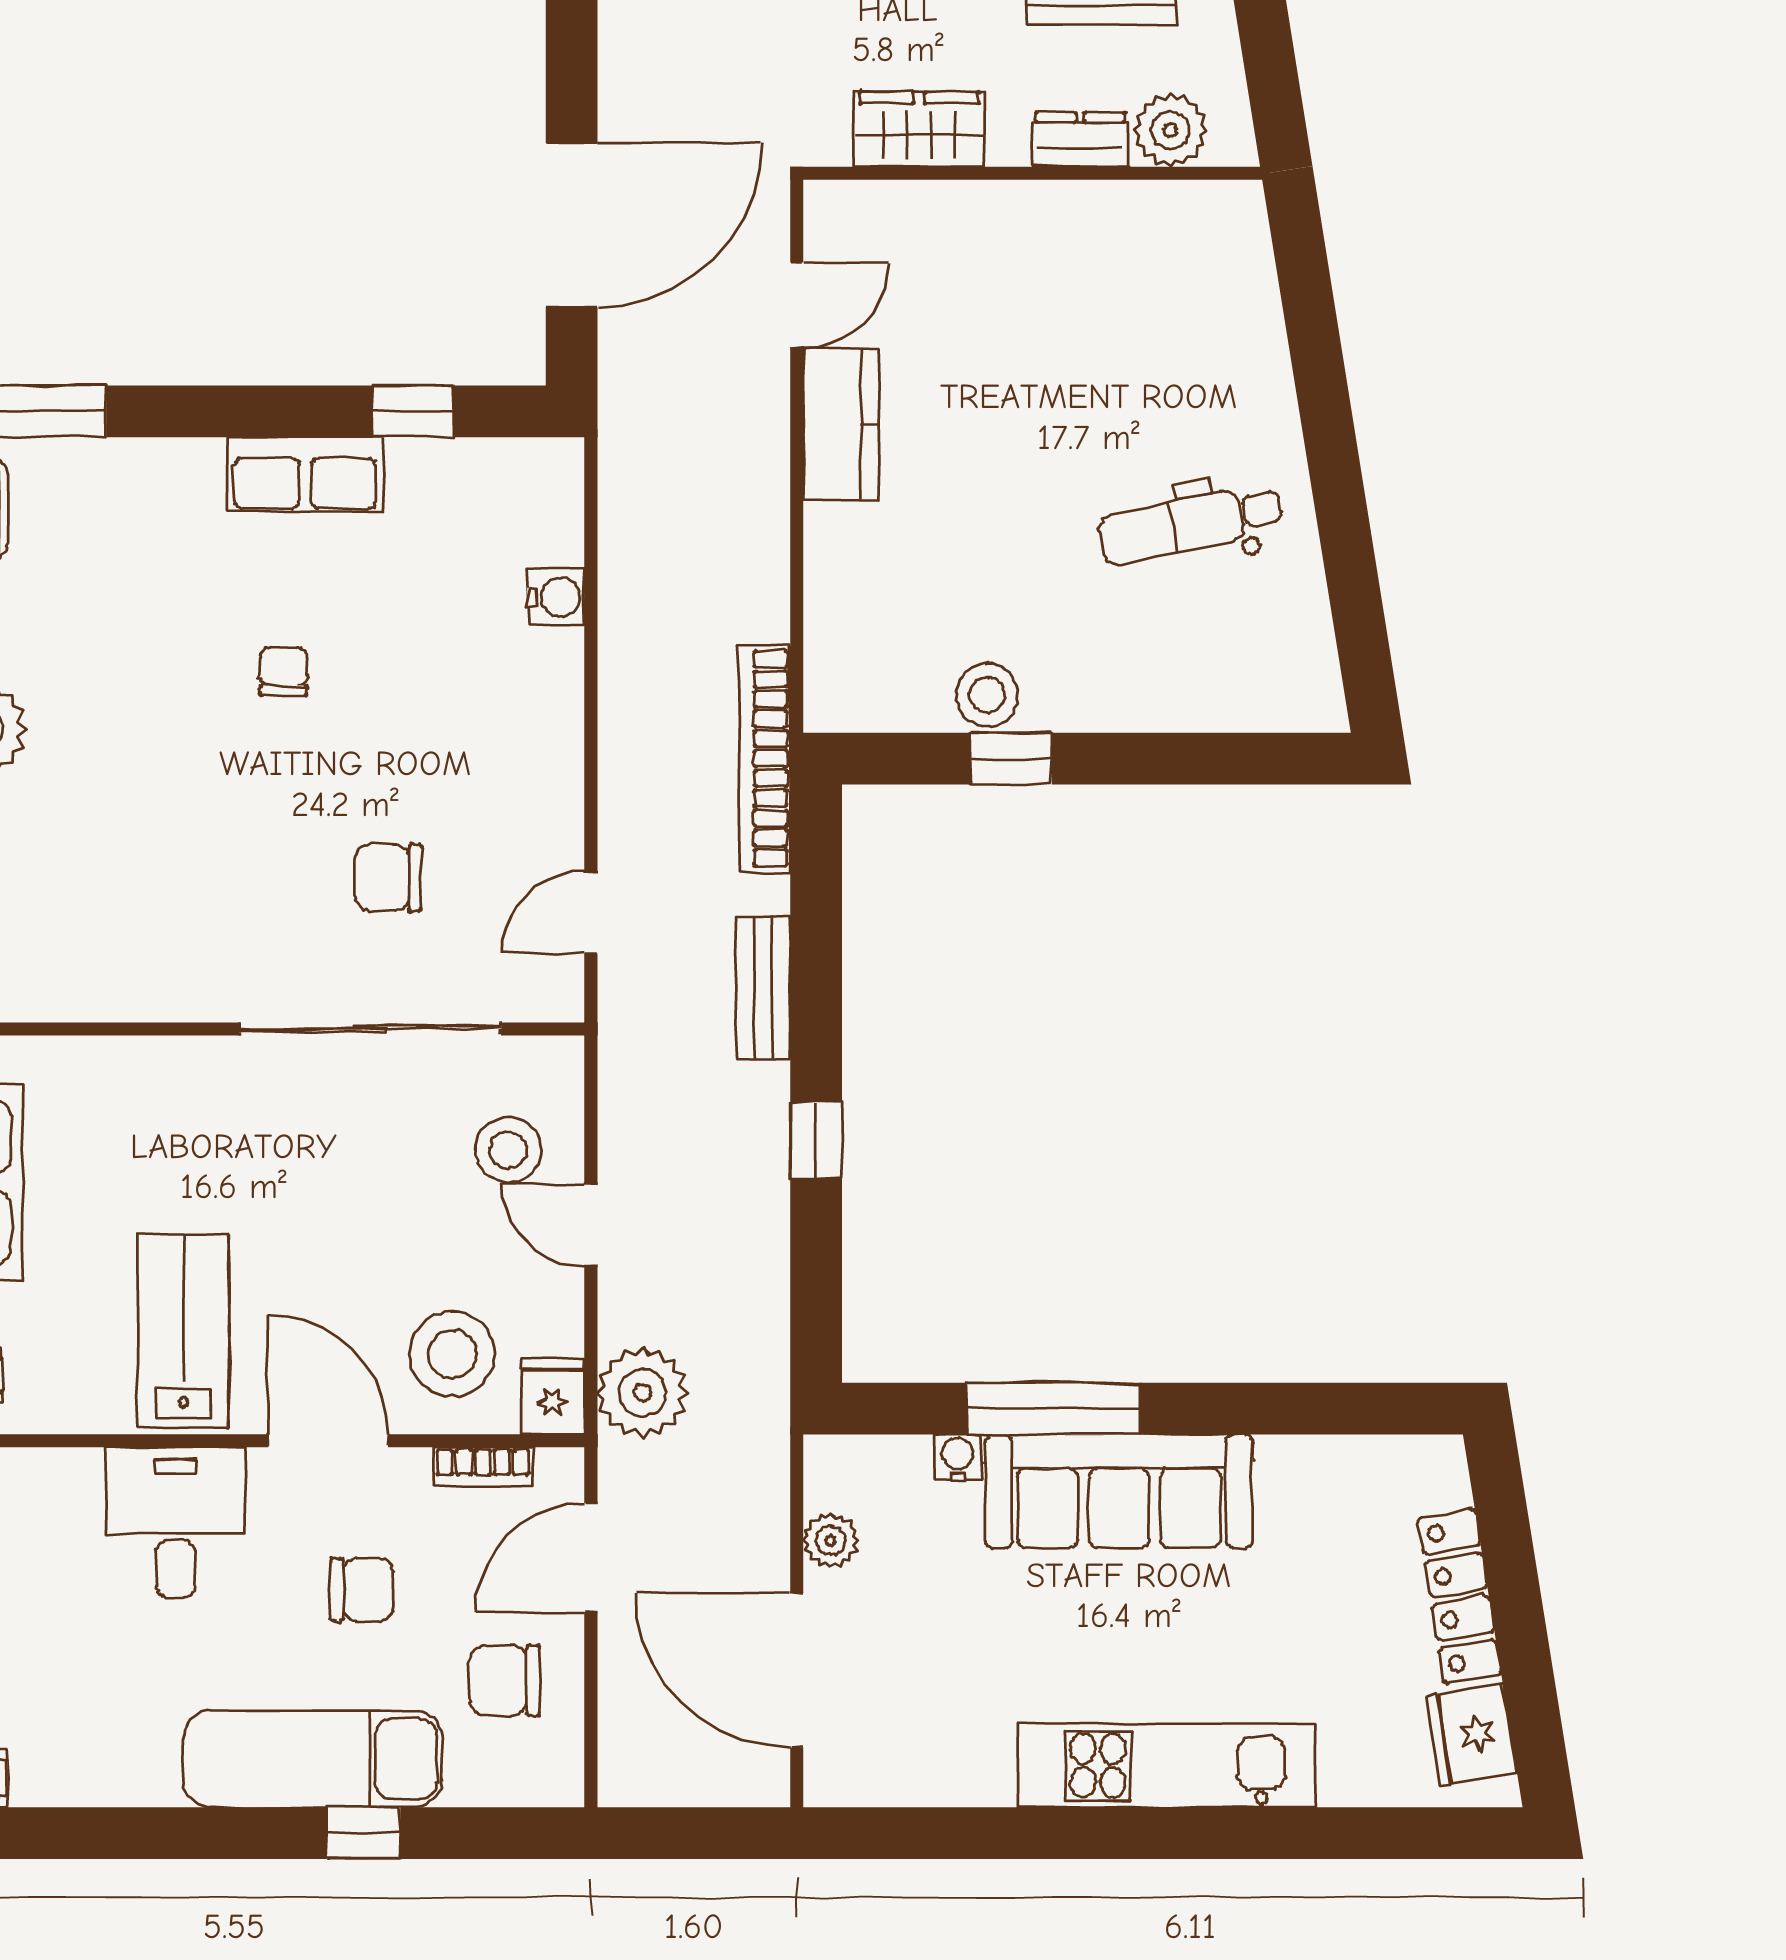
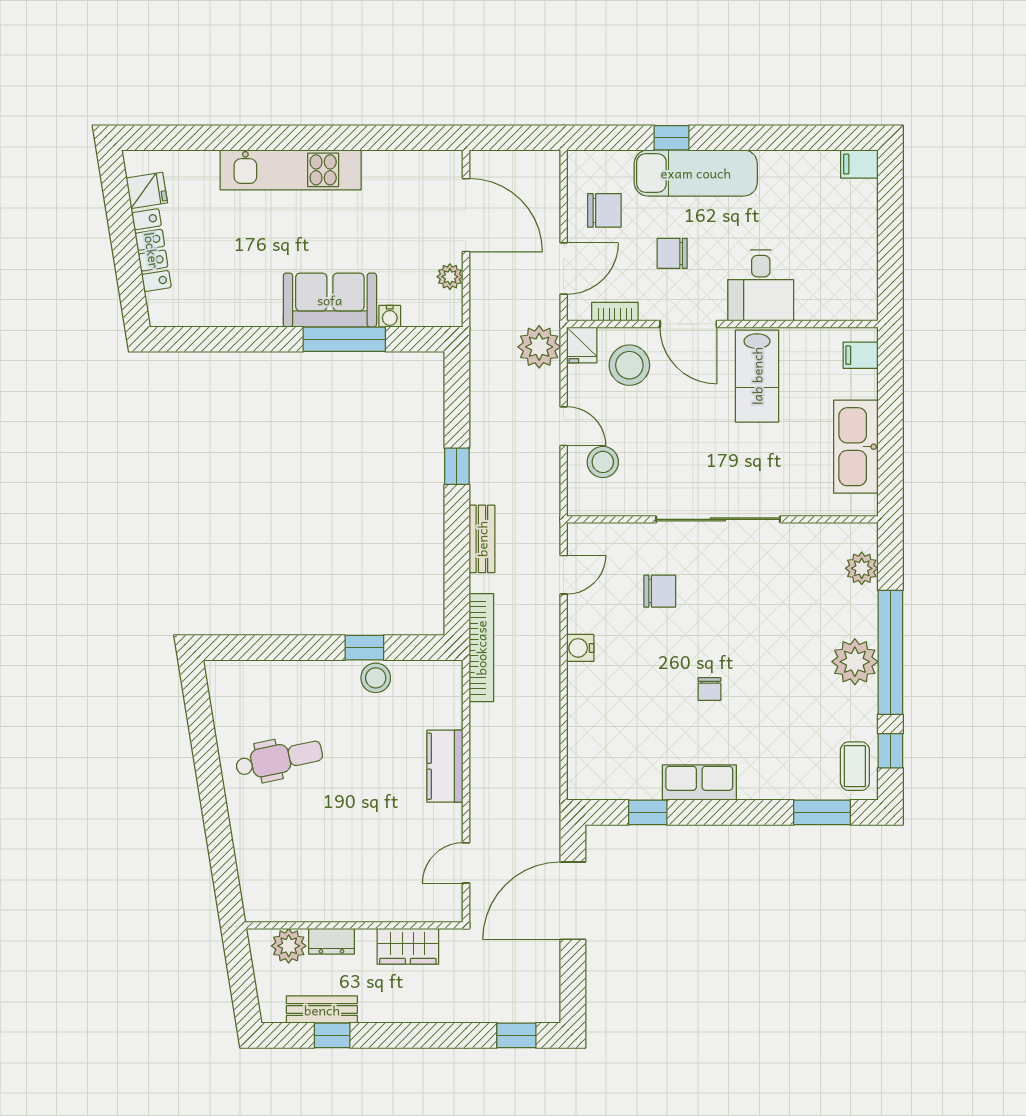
kitchen counter: (841, 424) -> (445, 766), moved
water cooler: (556, 597) -> (580, 648), moved
sliding door: (370, 1029) -> (718, 519), moved
sofa: (1119, 1491) -> (330, 300), width x0.73
fridge: (1471, 1735) -> (147, 190), width x0.72

